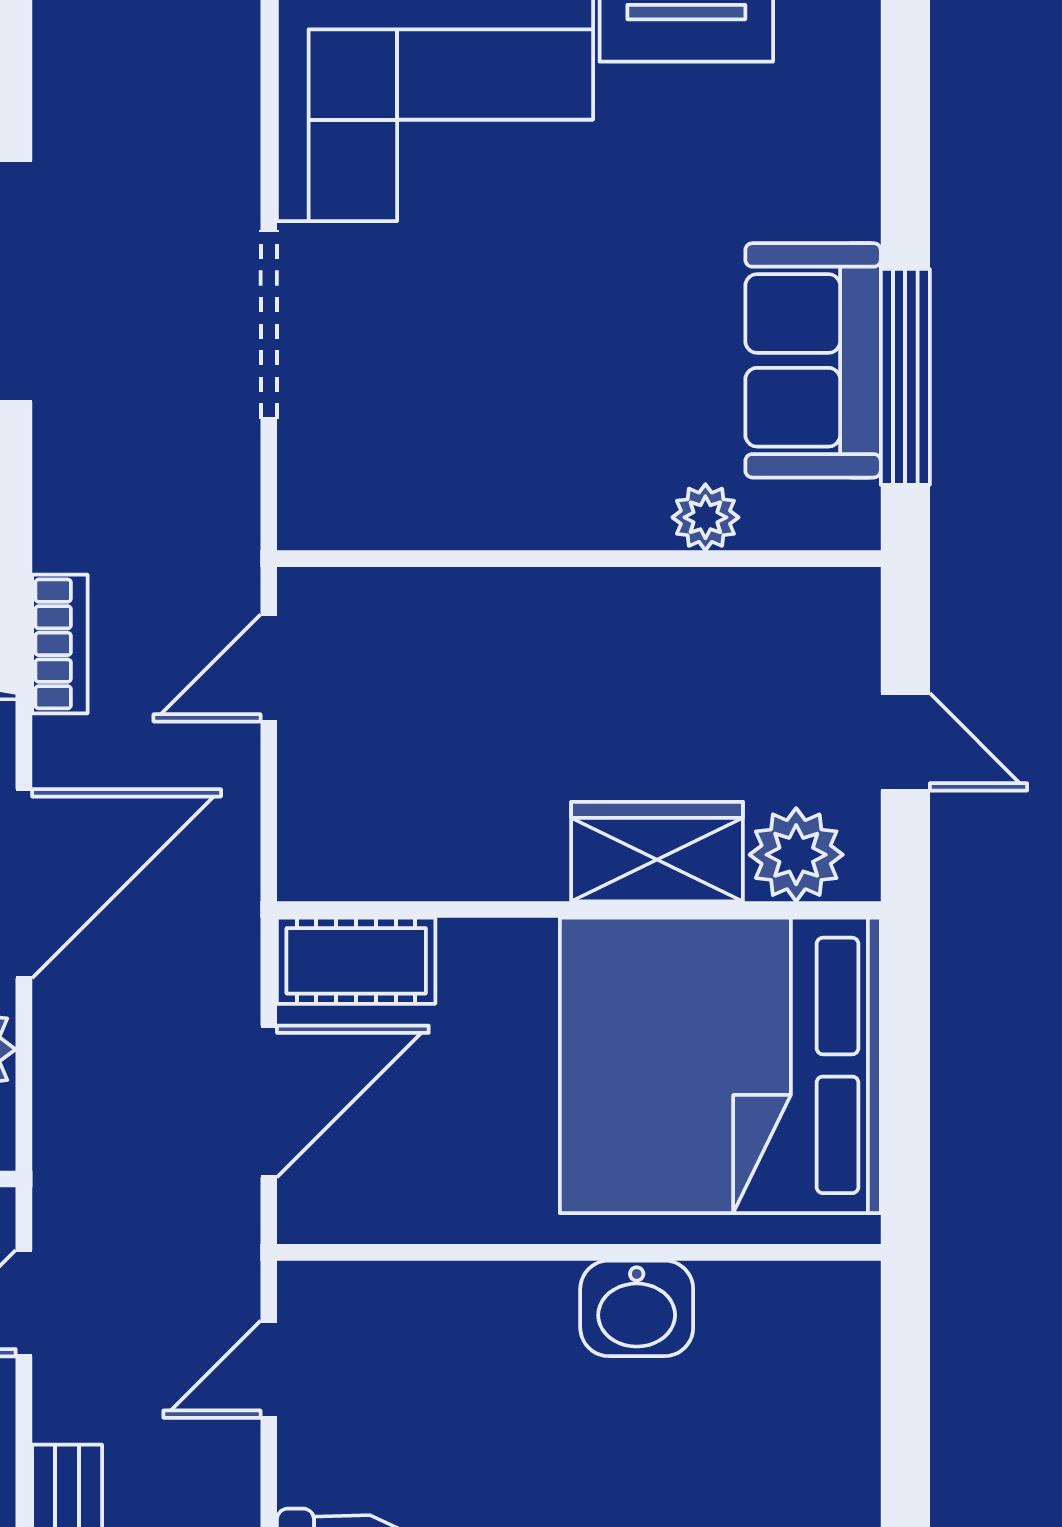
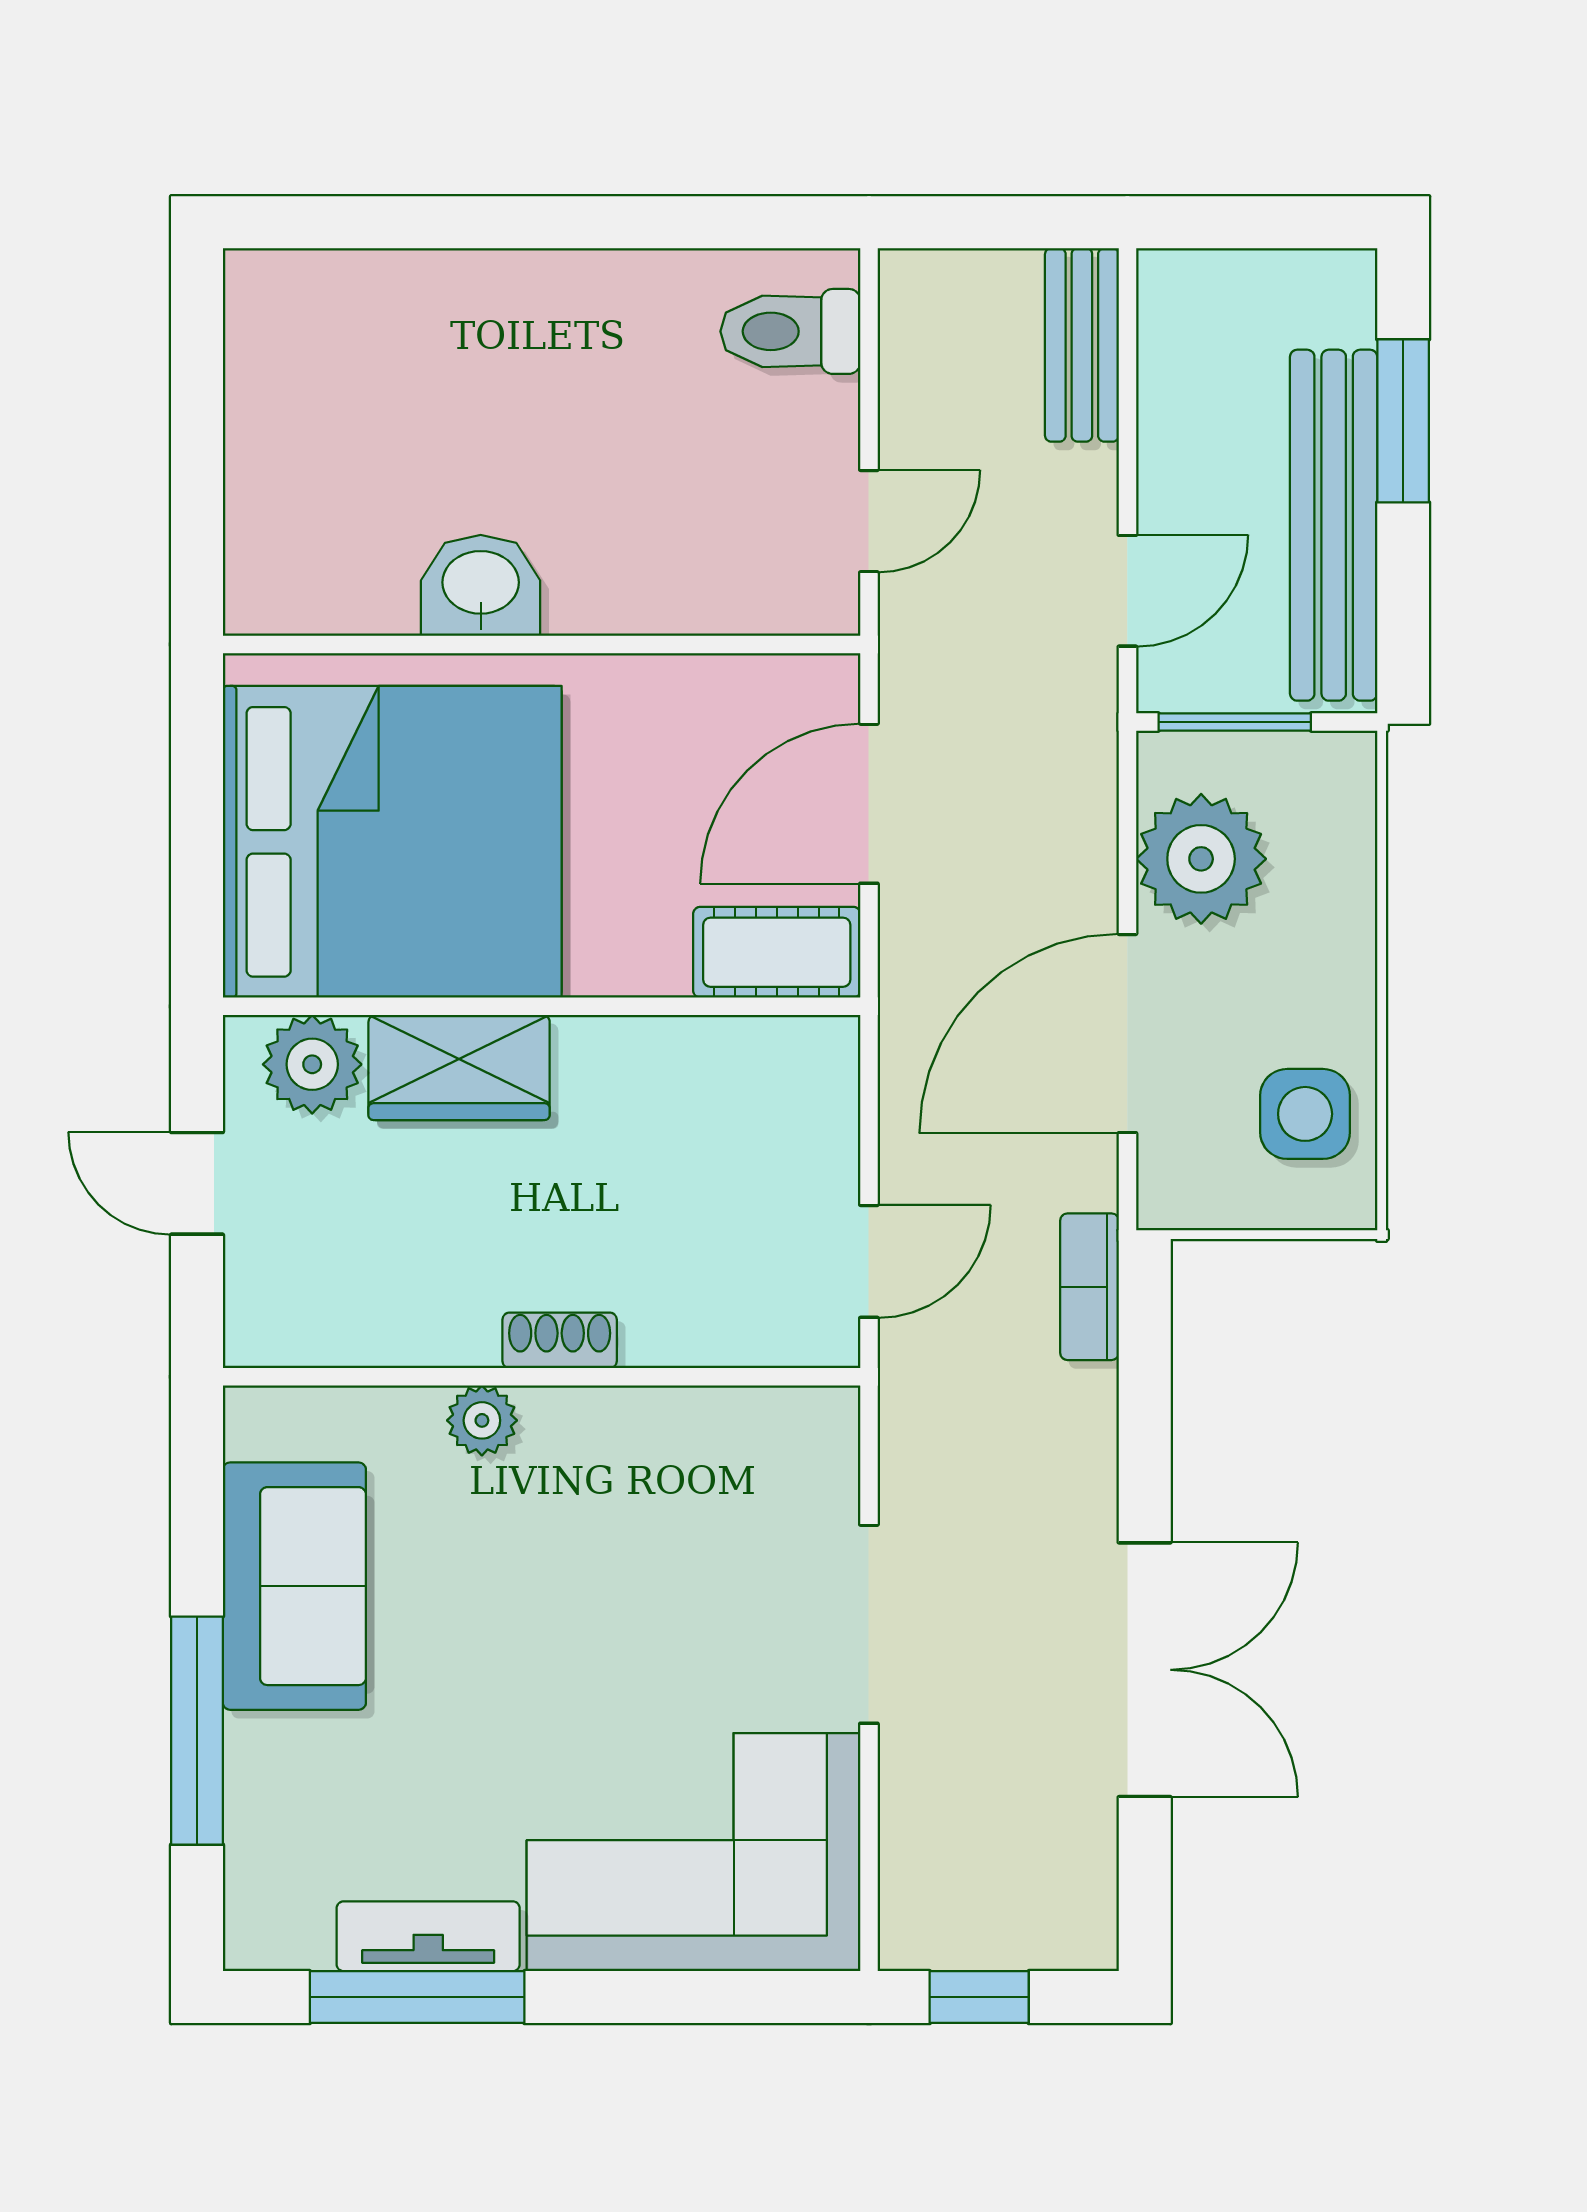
window: (905, 377) -> (197, 1731), moved
plant: (705, 517) -> (482, 1420), moved
shoe rack: (562, 593) -> (560, 1340), added

